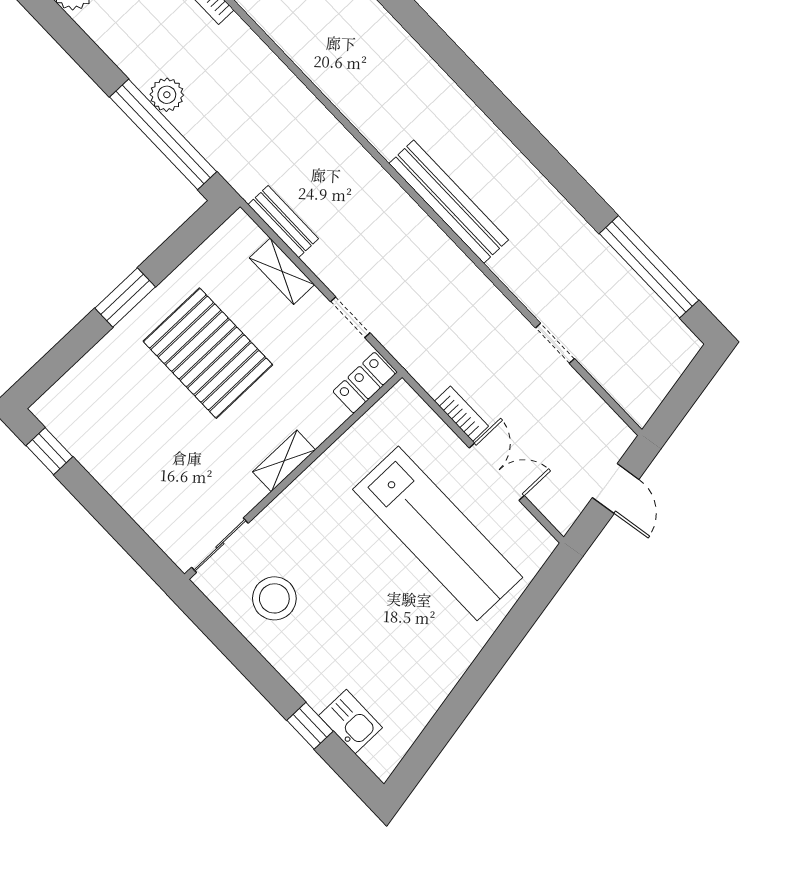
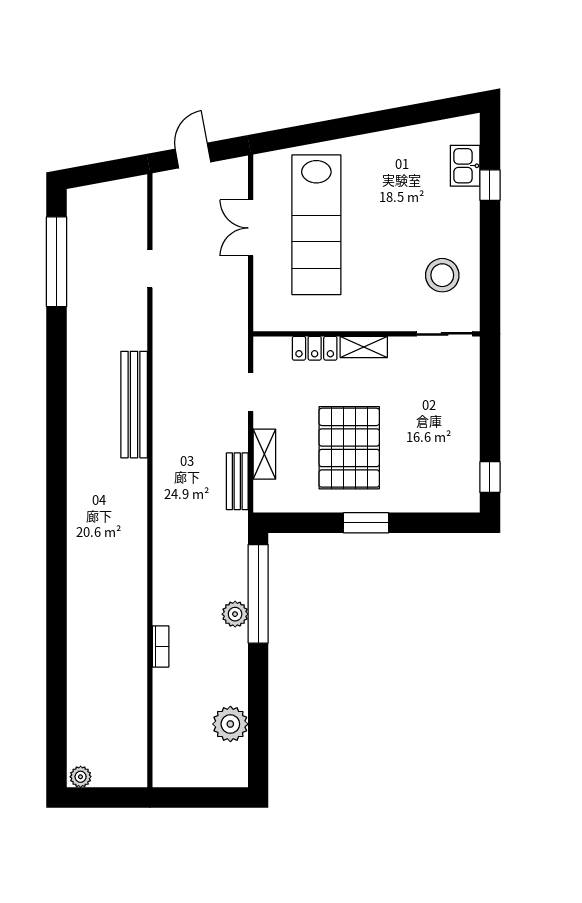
locker: (364, 383) -> (315, 348), moved
bookcase: (462, 414) -> (239, 279), removed
lab bench: (438, 533) -> (316, 225), turned 180

